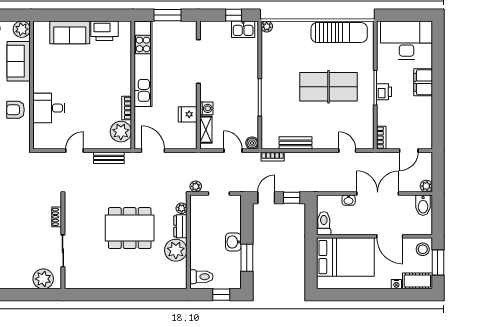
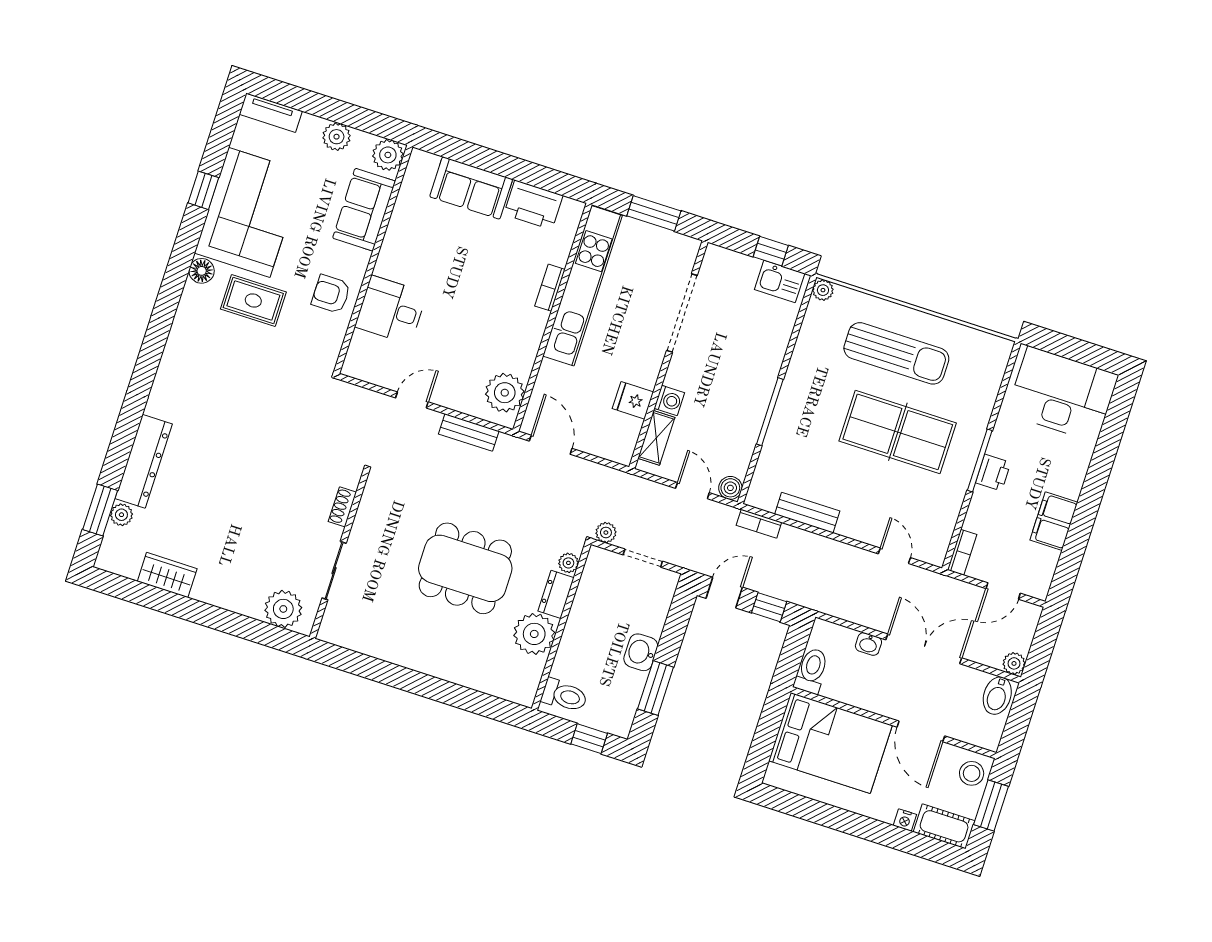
sun lounger: (339, 32) -> (896, 353), moved
filing cabinet: (423, 82) -> (1054, 521), moved
bookcase: (127, 108) -> (550, 288), moved

